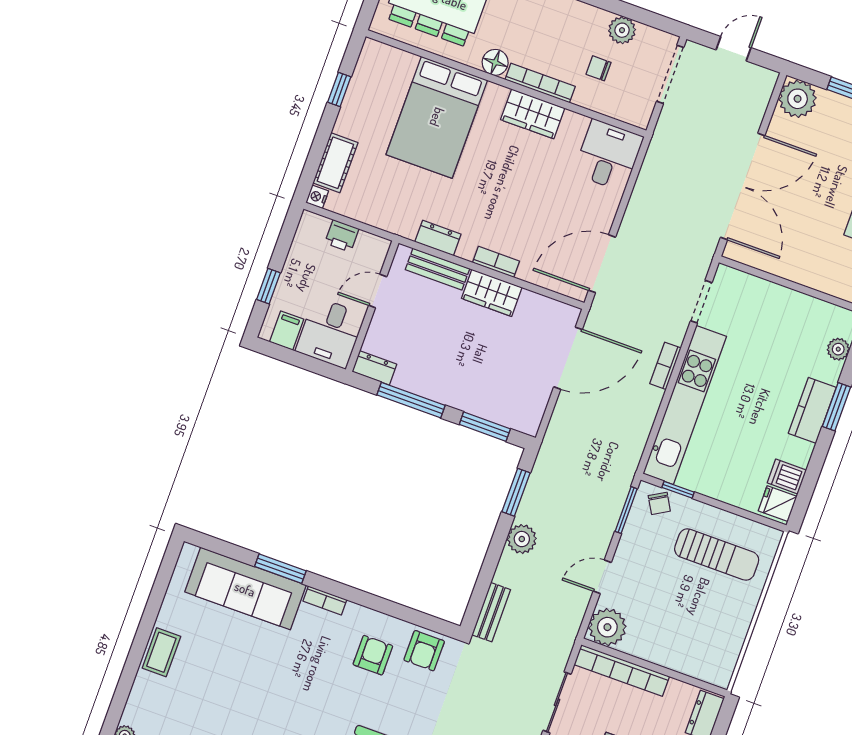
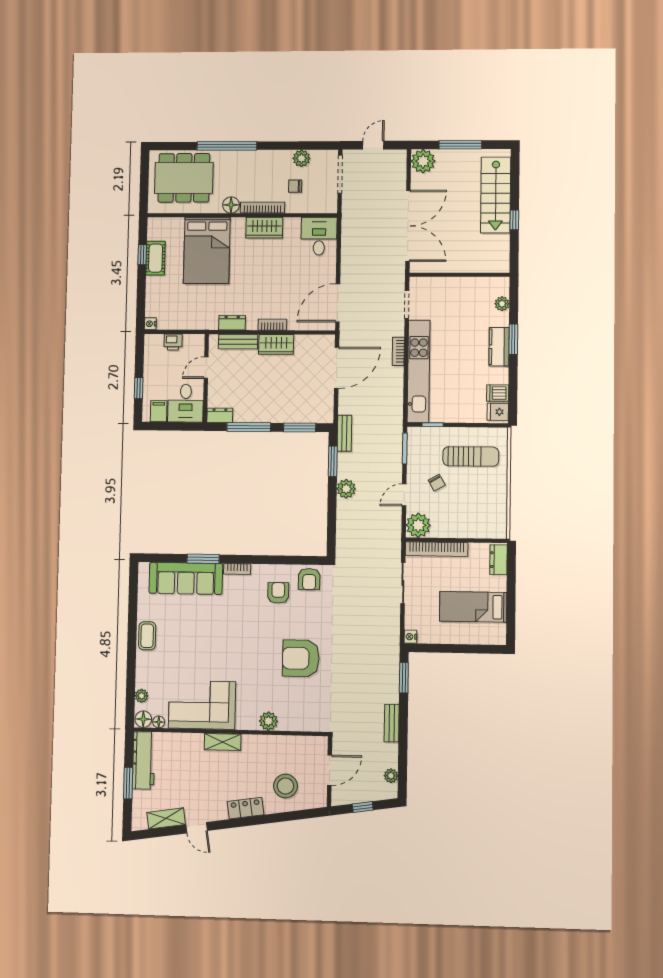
cot: (335, 163) -> (156, 258), moved
chair: (659, 503) -> (437, 483), moved
bench: (491, 612) -> (344, 433), moved

